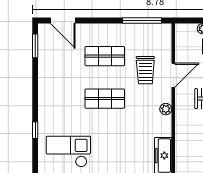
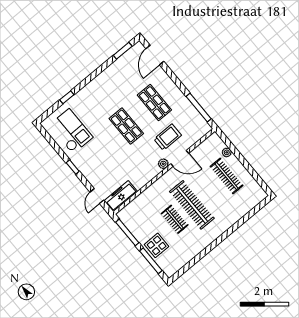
trolley: (145, 70) -> (168, 137), turned 180
plant: (166, 109) -> (163, 164), moved

